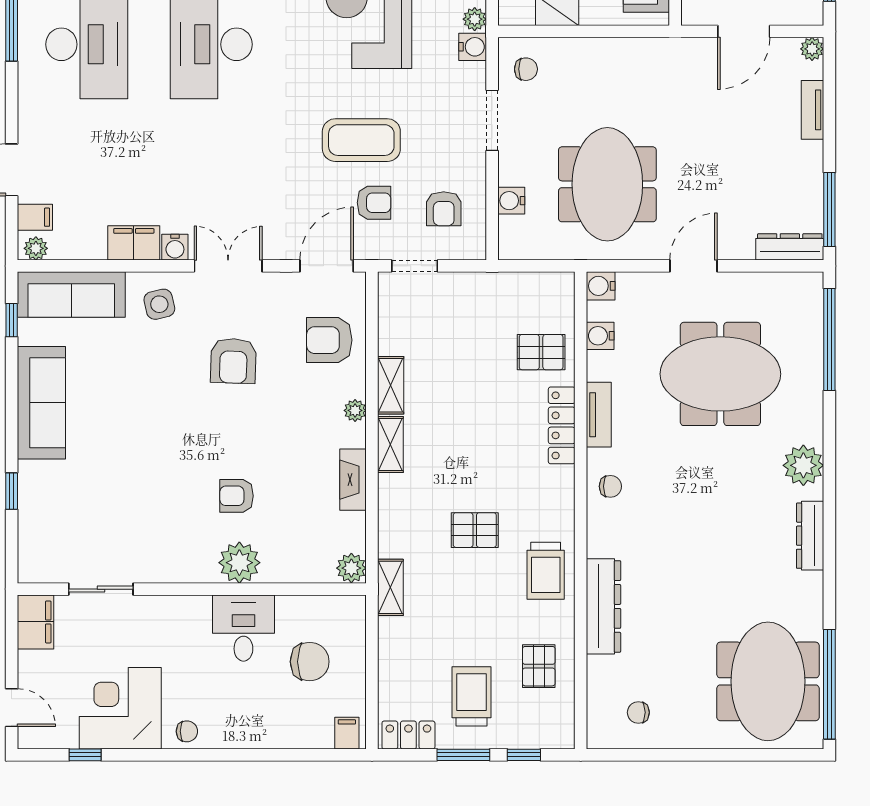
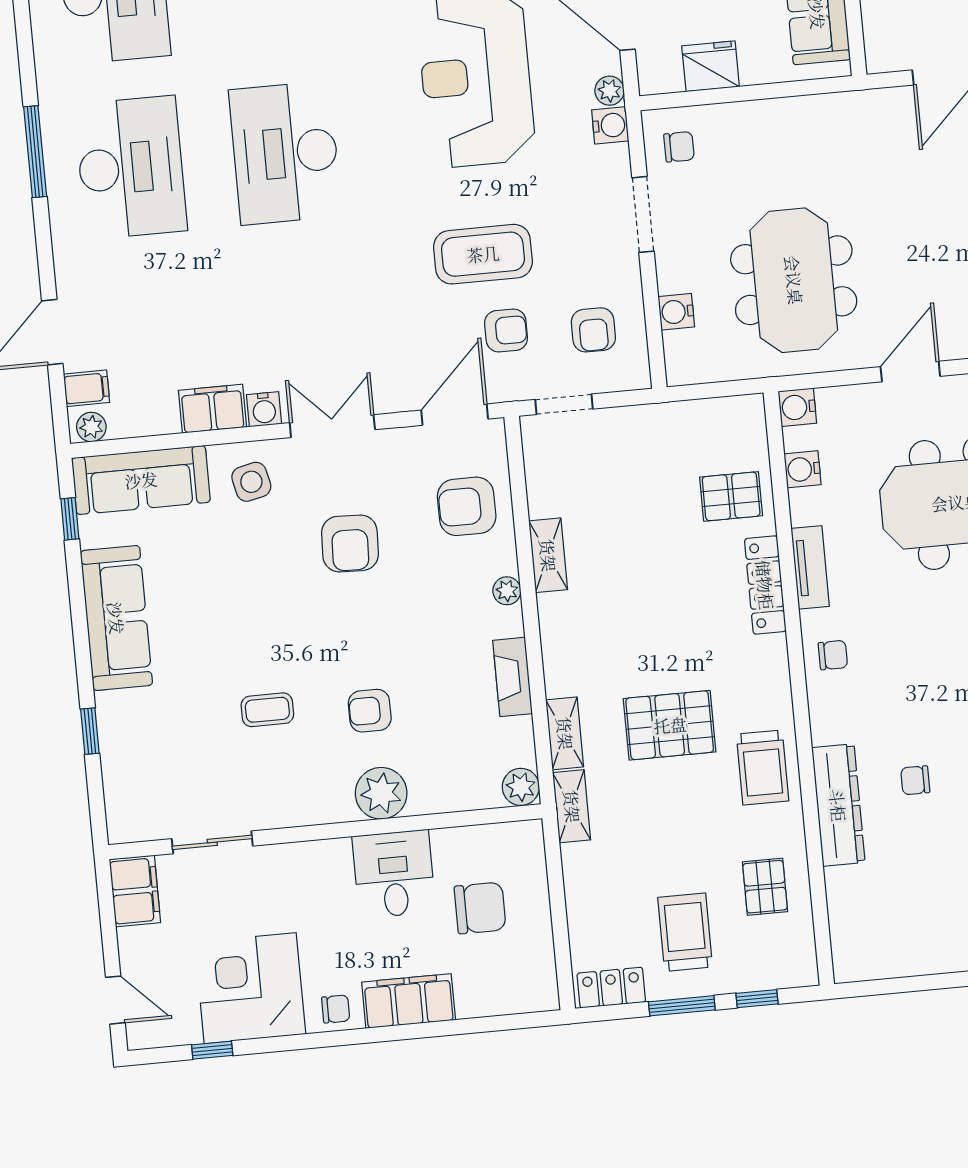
shelving: (390, 445) -> (565, 733), moved
coffee table: (155, 487) -> (267, 710), added
pallet: (475, 530) -> (670, 725), width x1.50, depth x1.42
chair: (638, 712) -> (915, 780), moved
filing cabinet: (347, 733) -> (409, 1001), moved, width x3.00, depth x1.17

